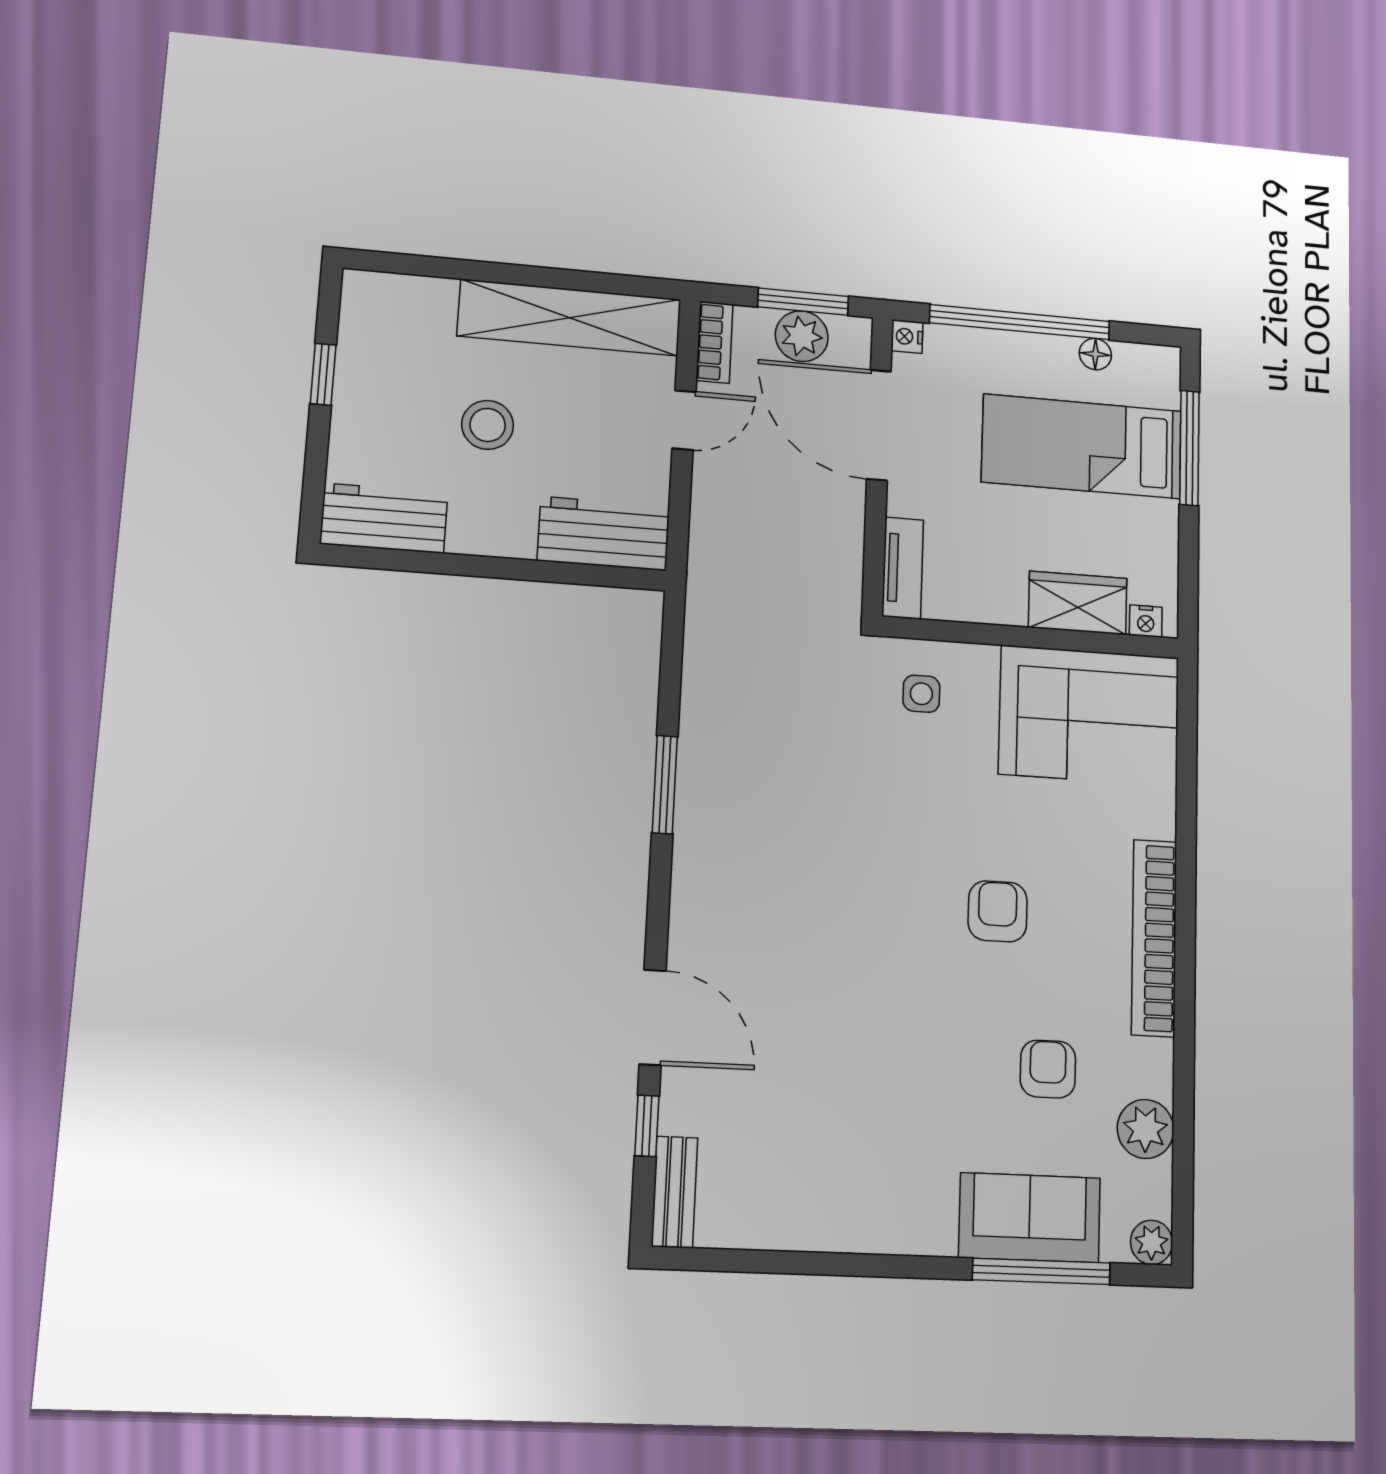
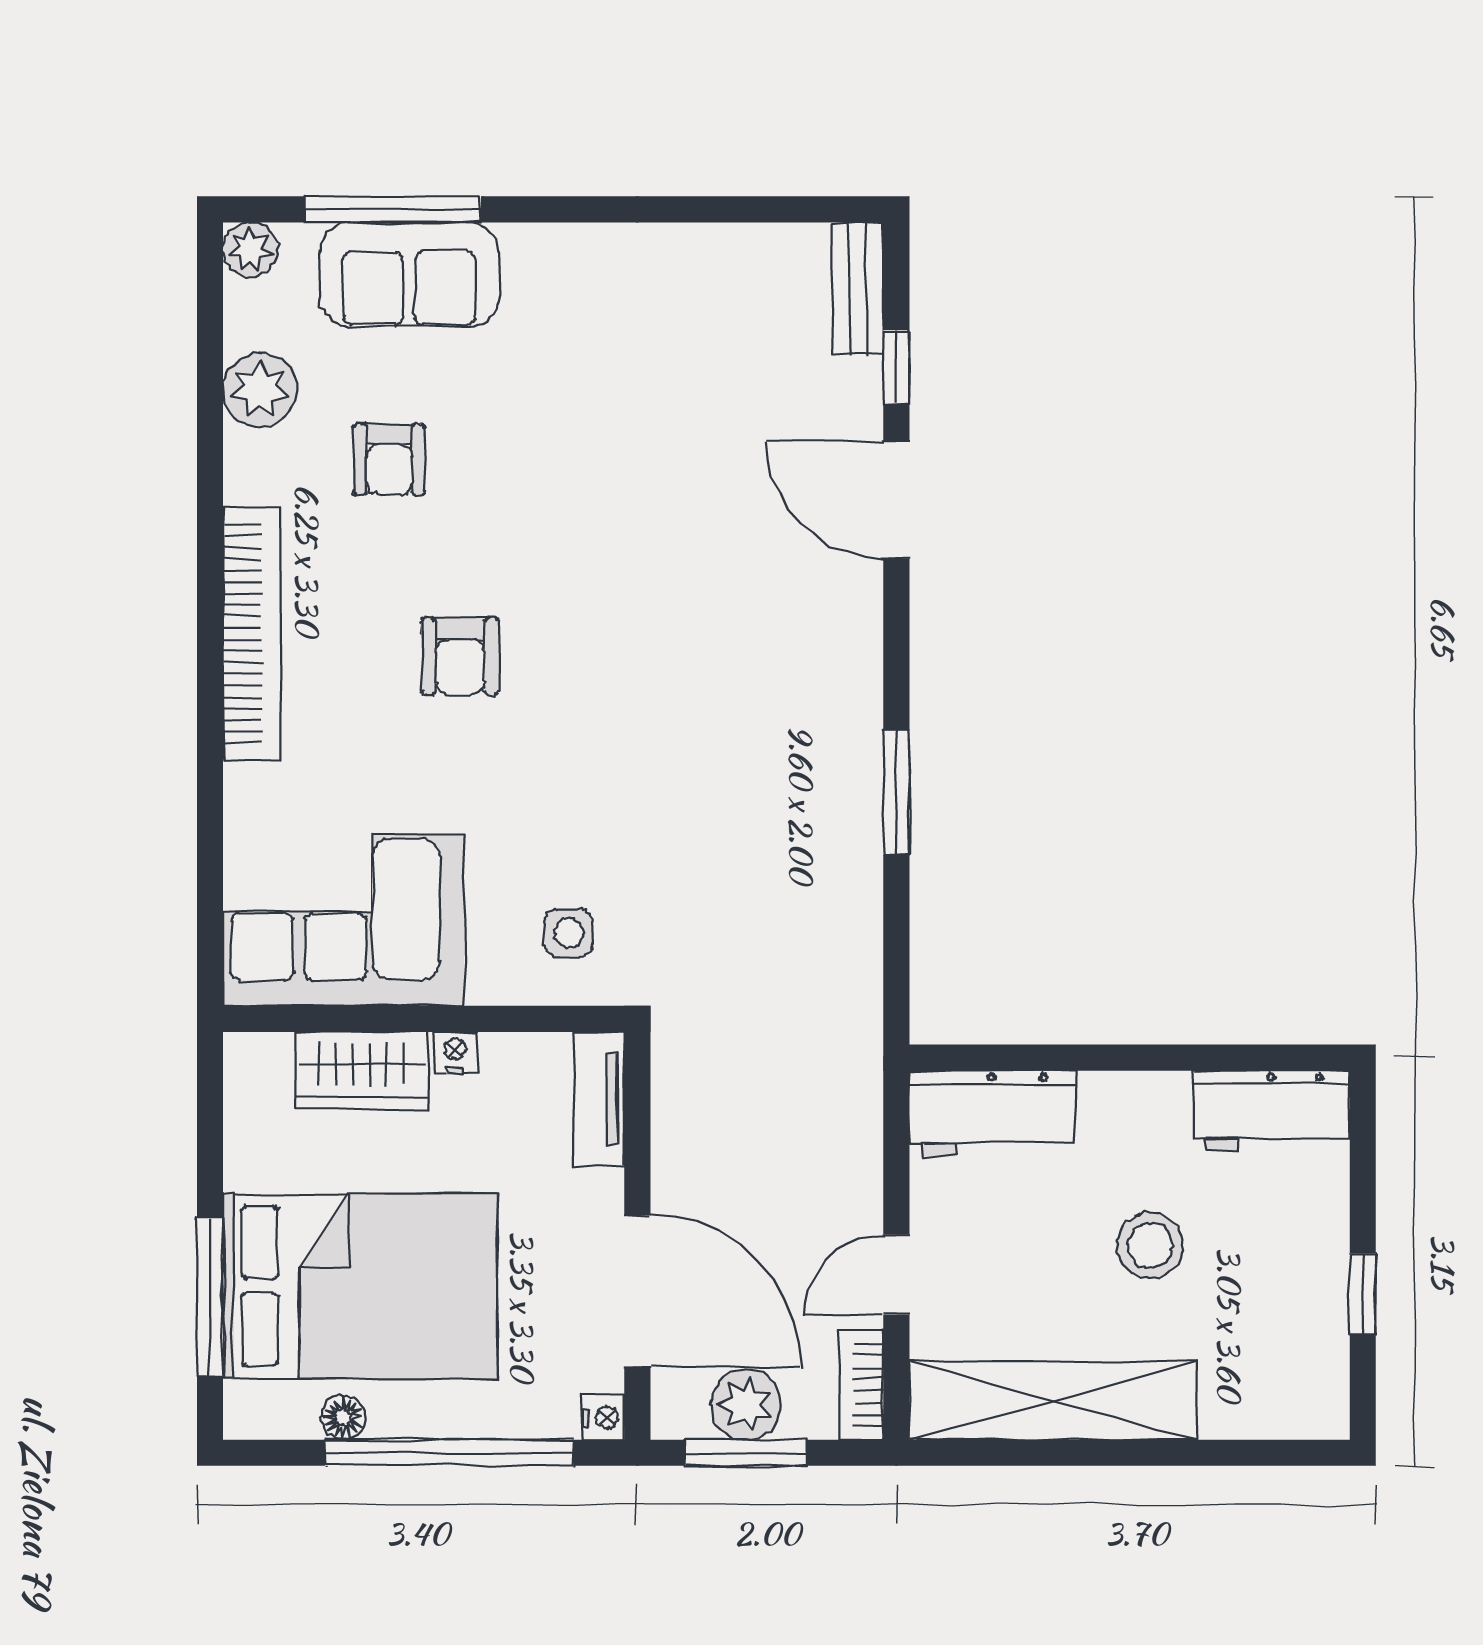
bed: (1082, 446) -> (360, 1286), width x1.50
nightstand: (1146, 621) -> (455, 1053), moved

